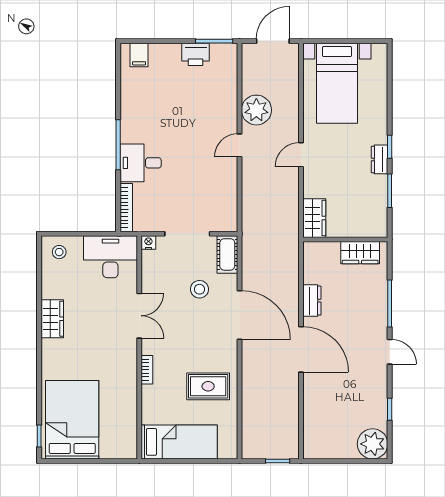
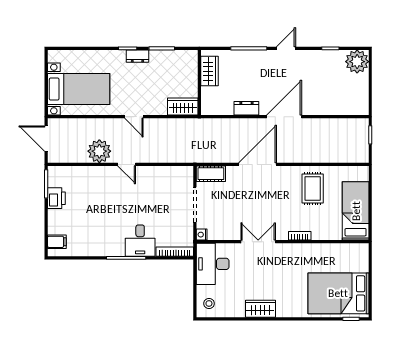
stool: (199, 289) -> (238, 195), removed

